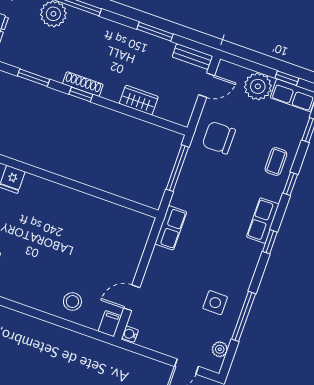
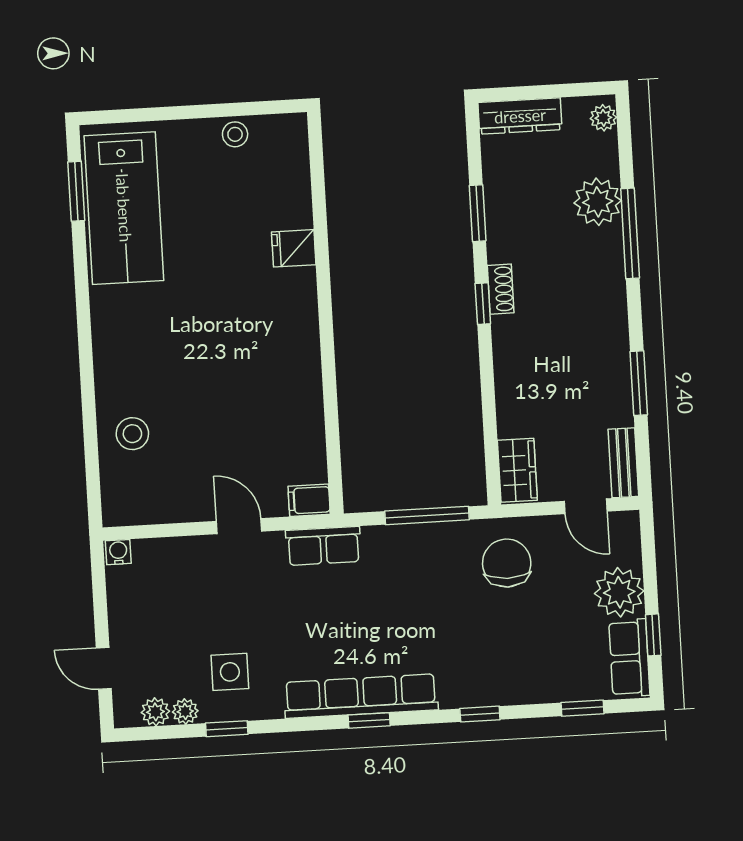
shoe rack: (83, 84) -> (501, 289), width x0.70
wardrobe: (139, 100) -> (517, 470), moved
coffee table: (276, 162) -> (507, 675), removed
row of seats: (263, 221) -> (361, 696), width x2.02
door: (132, 298) -> (239, 526), moved
window: (244, 316) -> (227, 729), width x0.46
filing cabinet: (110, 324) -> (309, 500), moved, turned 180
plant: (226, 334) -> (185, 711), added

